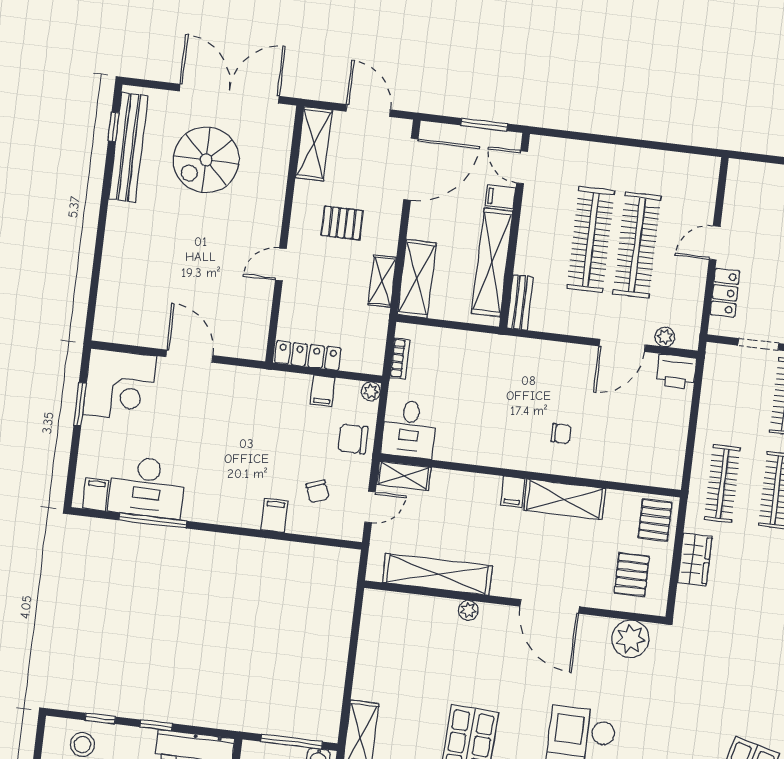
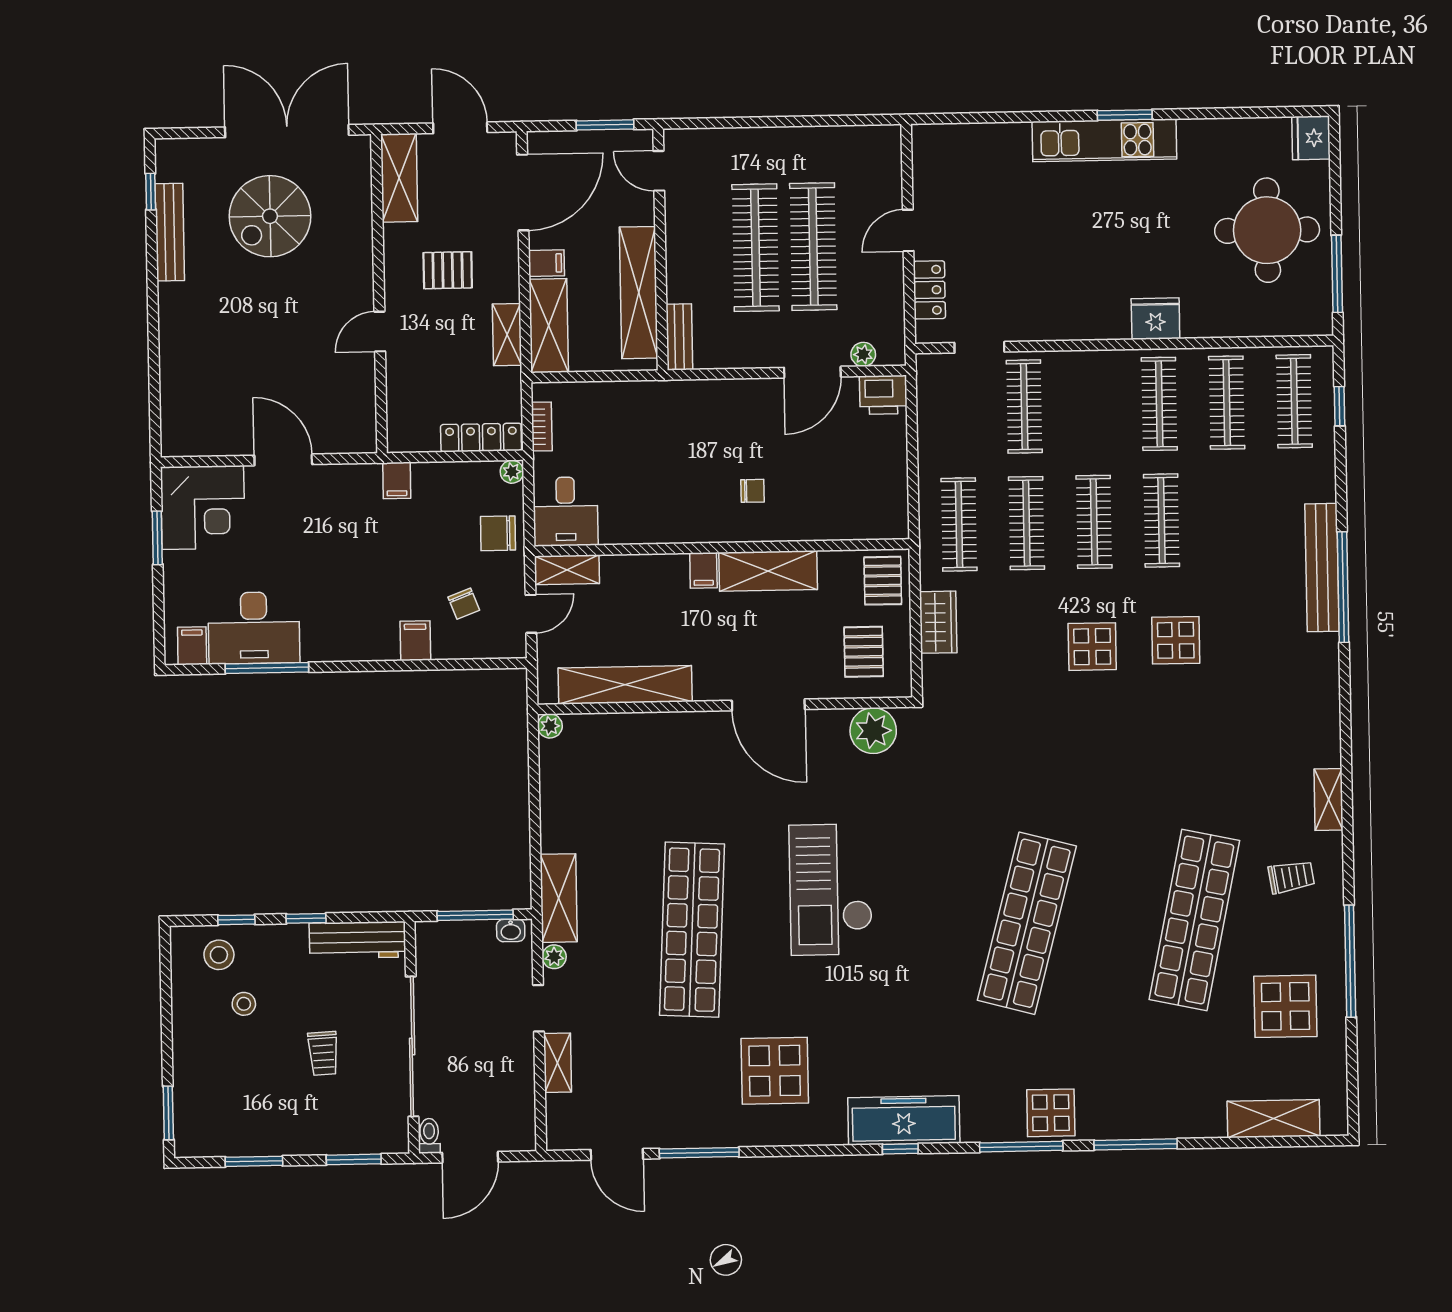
bench: (128, 147) -> (170, 232), width x0.73, depth x0.82
filing cabinet: (500, 197) -> (546, 263), moved, turned 180
locker: (308, 355) -> (481, 438), moved
filing cabinet: (323, 391) -> (397, 481), moved
plant: (468, 610) -> (550, 726), moved

